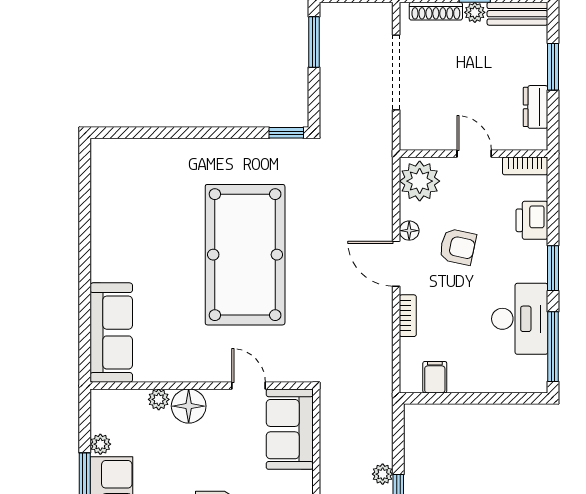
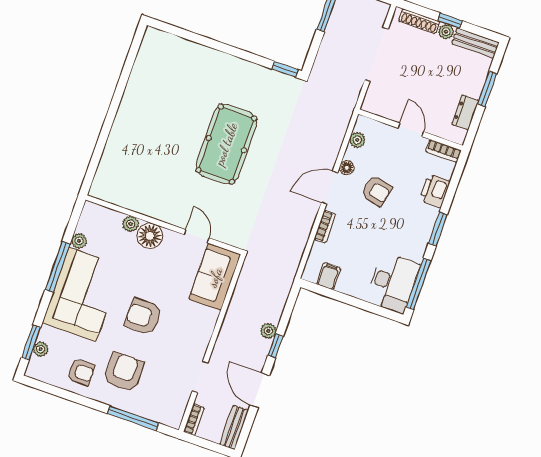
plant: (420, 181) -> (357, 140), width x0.53, depth x0.53
pool table: (245, 255) -> (226, 144), width x0.73, depth x0.76
door: (396, 264) -> (330, 188), hinge flipped
desk: (520, 319) -> (393, 283), moved
sofa: (111, 333) -> (114, 166), removed

